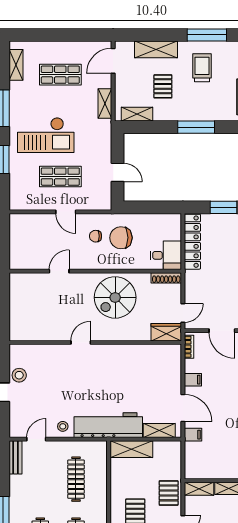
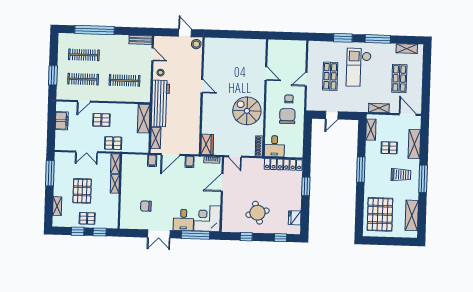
wardrobe: (166, 332) -> (207, 144), moved
door: (81, 343) -> (202, 86), moved
wall: (95, 343) -> (202, 96), moved

